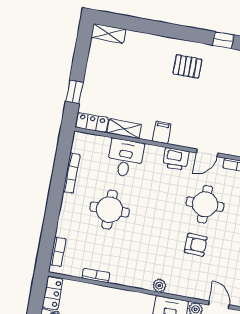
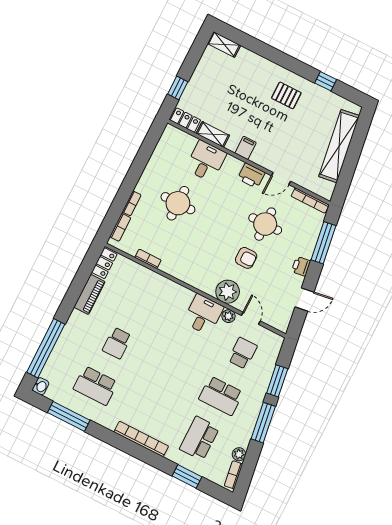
bookcase: (72, 173) -> (132, 203), moved, width x0.64
plant: (159, 286) -> (228, 292), moved, width x1.87, depth x1.87

